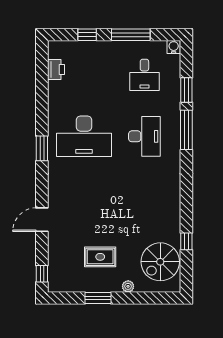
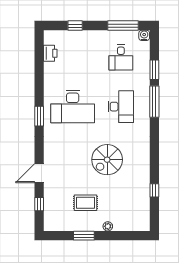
window: (131, 35) -> (123, 26), moved
spiral stairs: (160, 262) -> (107, 160), moved
window: (42, 274) -> (39, 204), moved

